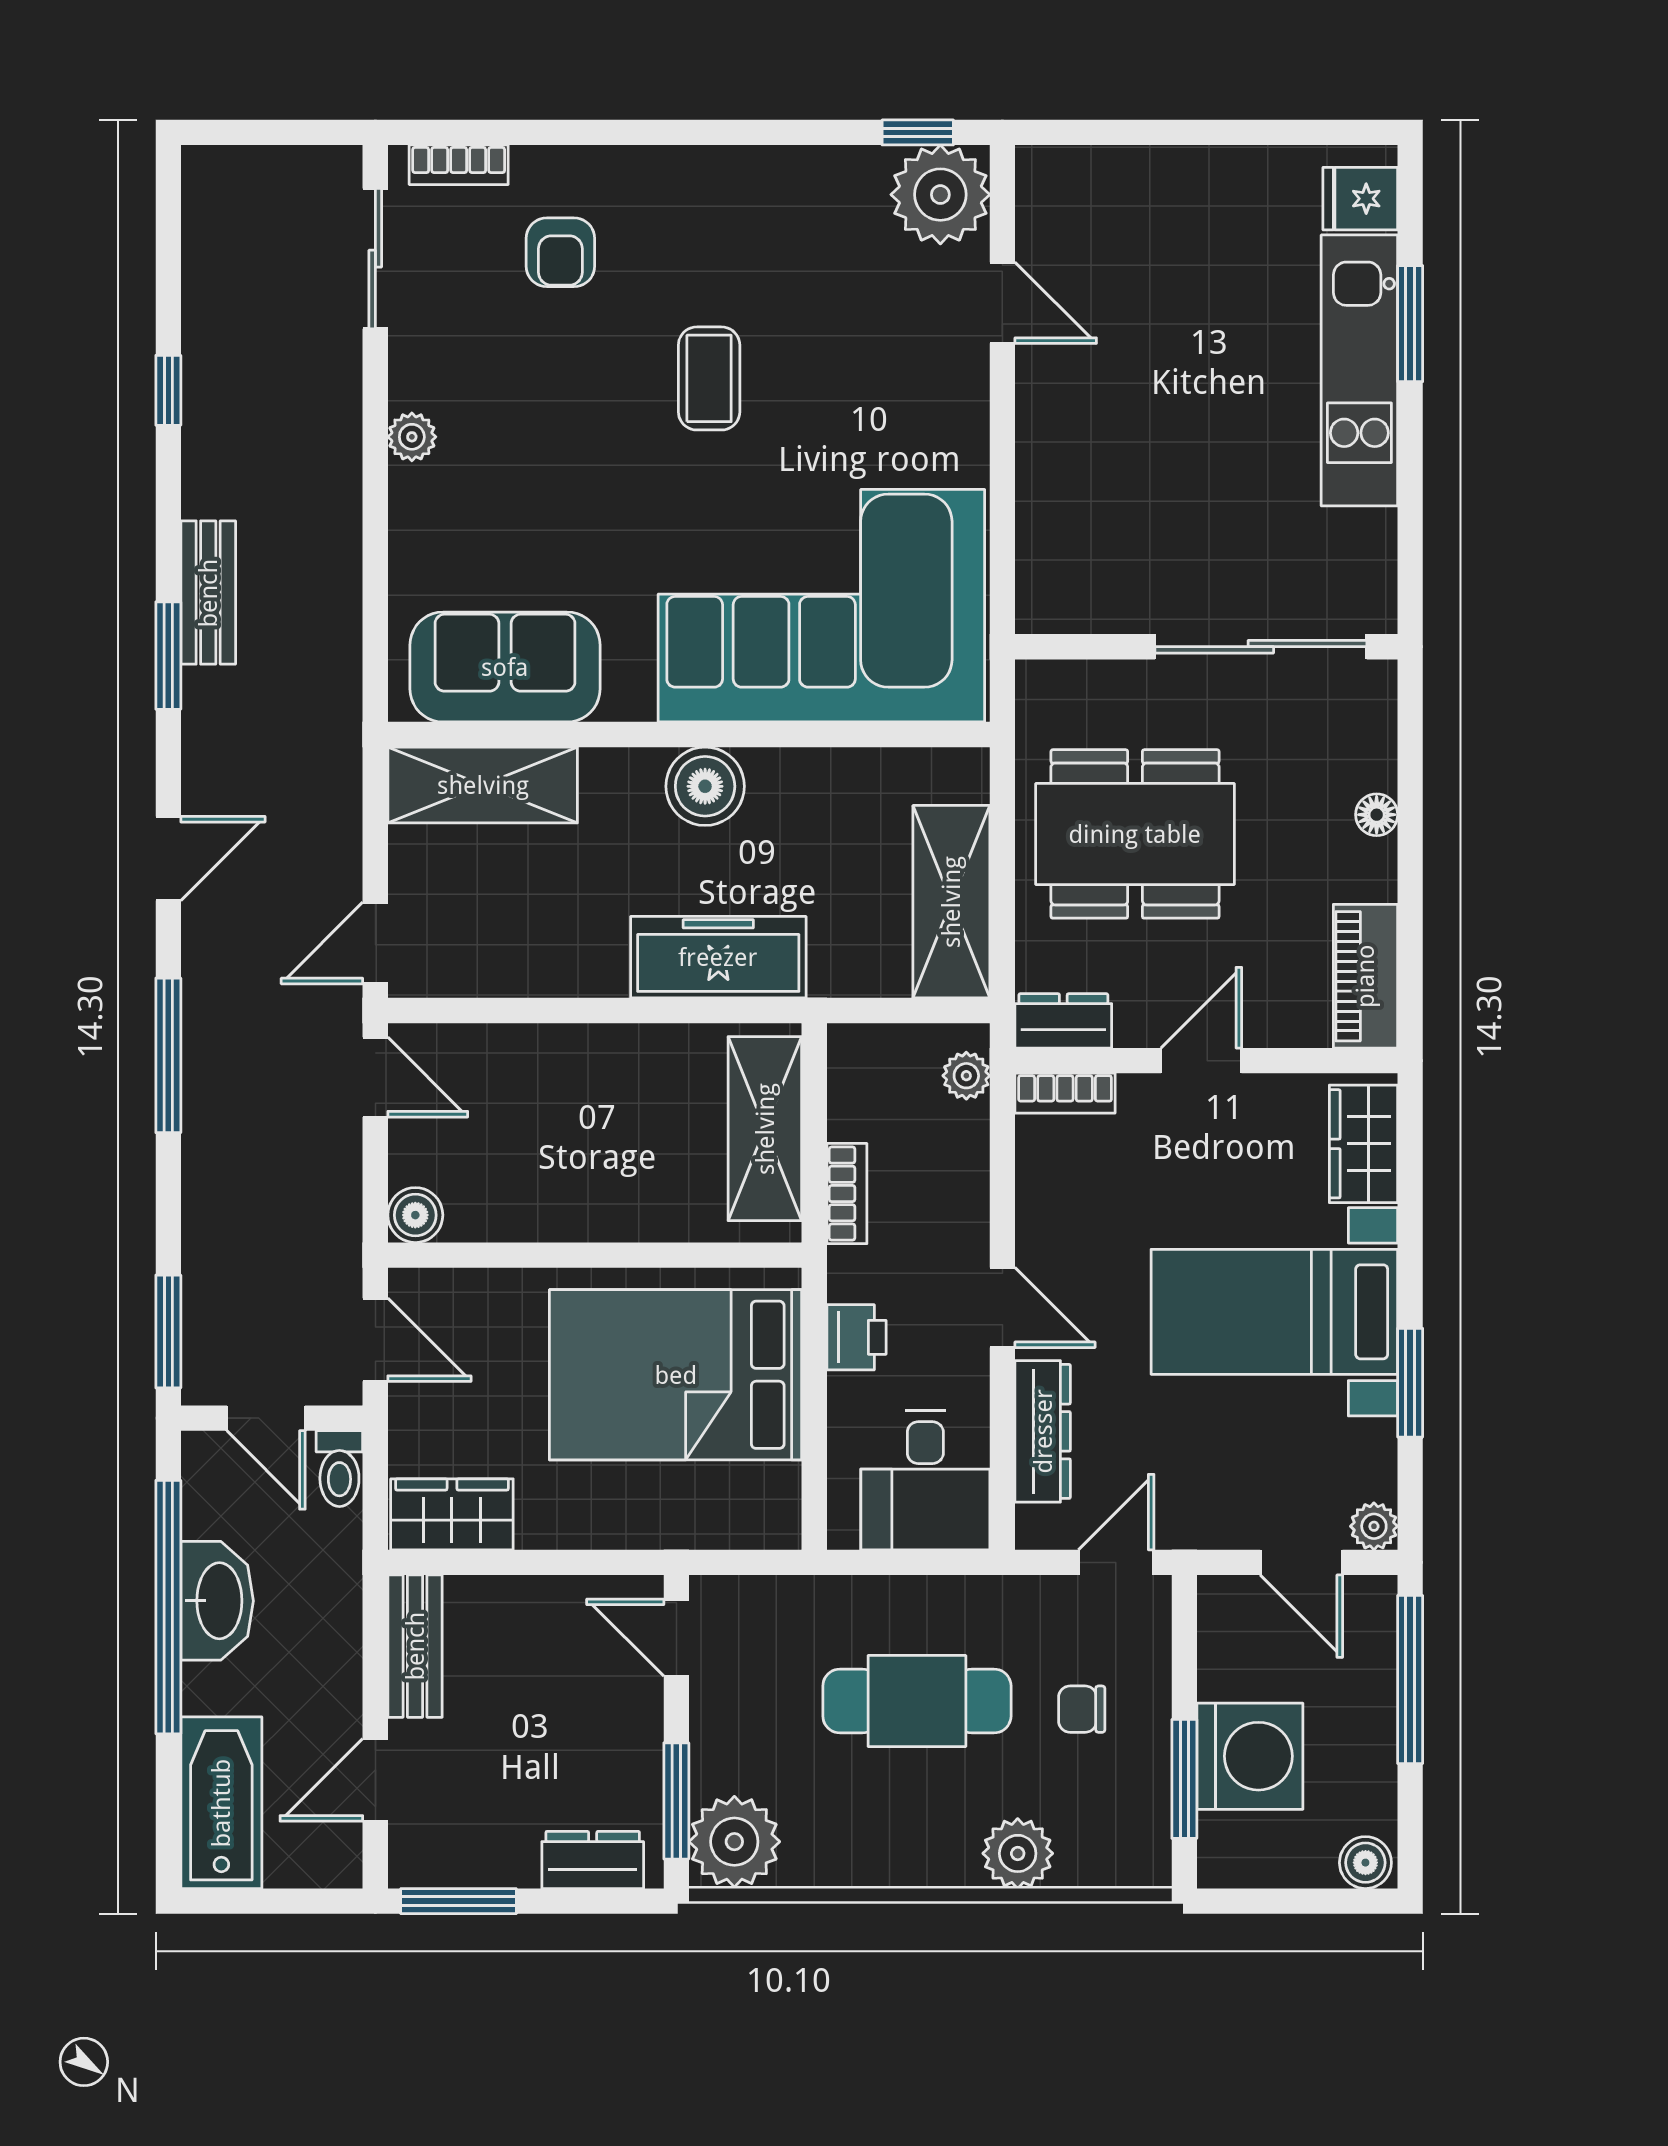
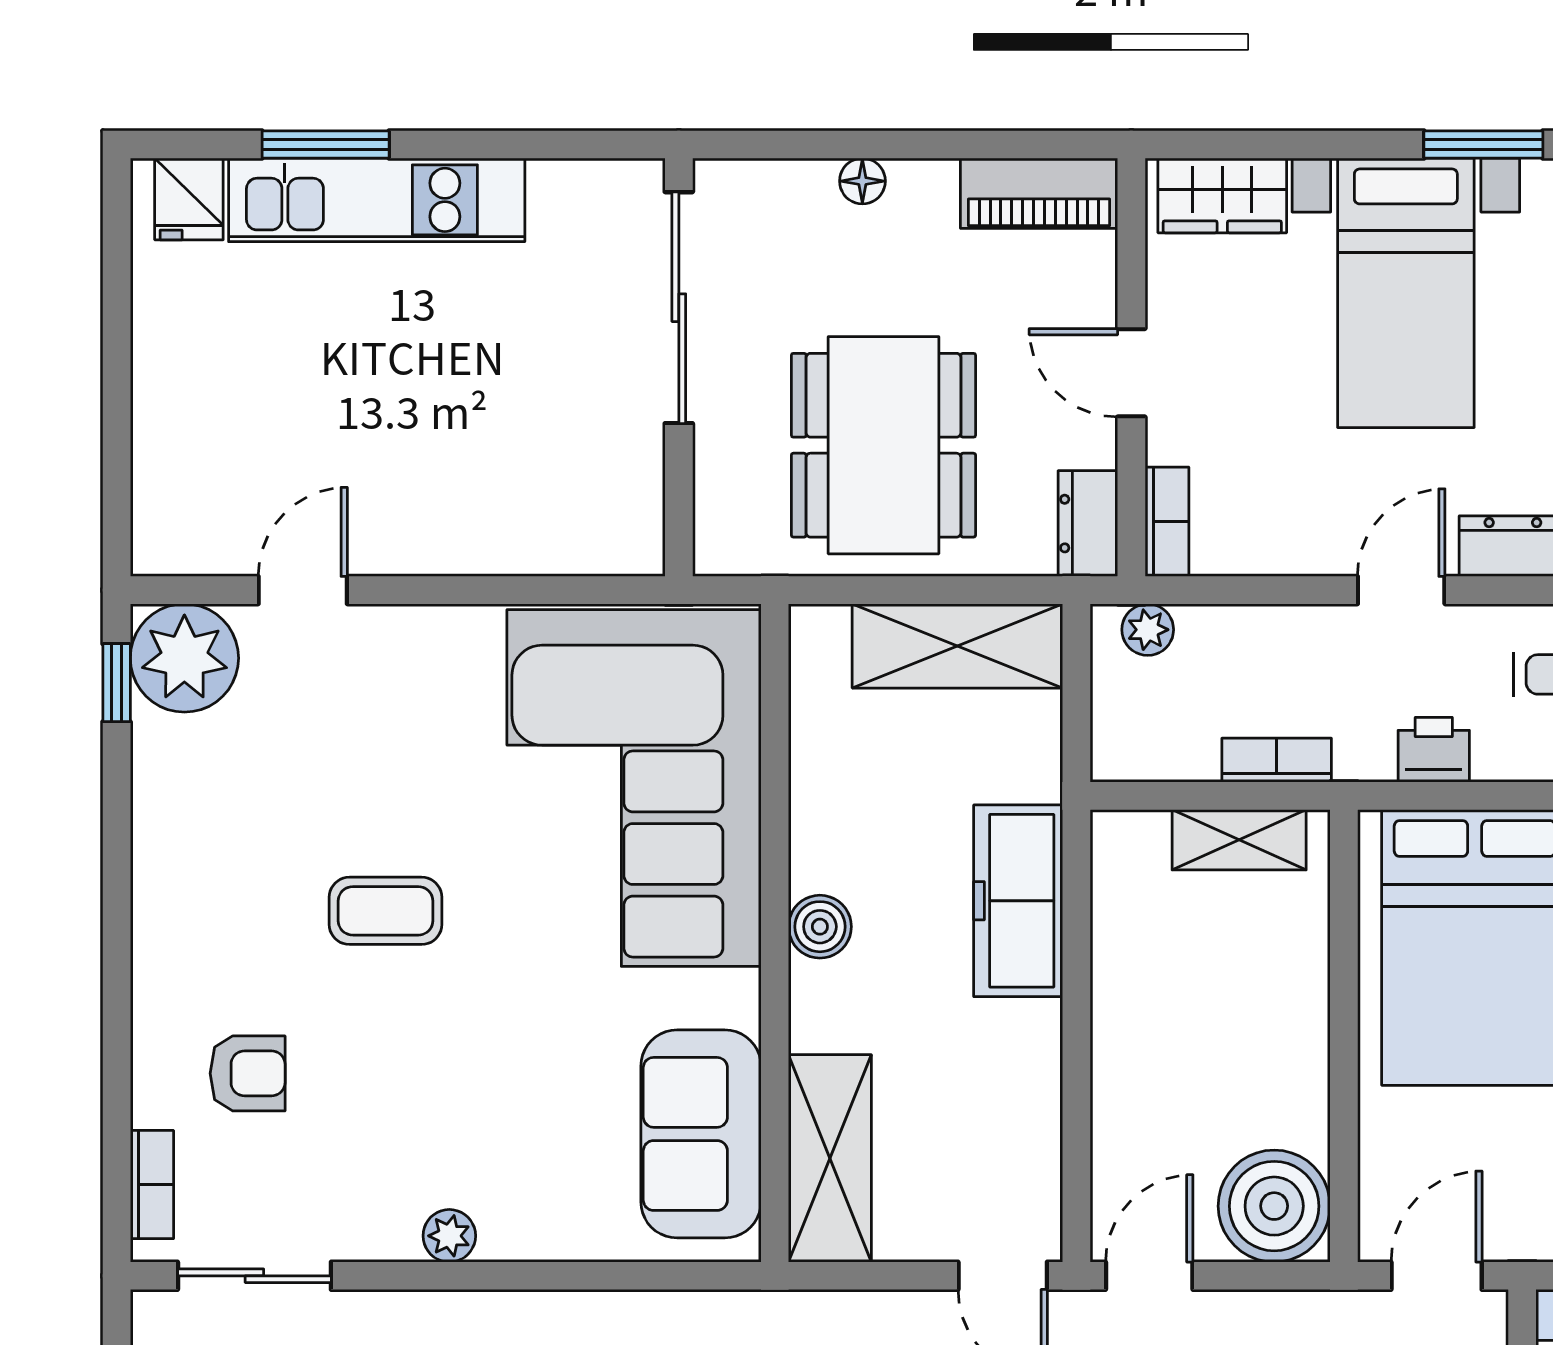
boiler: (705, 786) -> (820, 927), width x0.73, depth x0.73
shelving: (765, 1129) -> (1239, 840), width x0.67, depth x0.75
boiler: (415, 1215) -> (1274, 1206), width x1.86, depth x1.86

